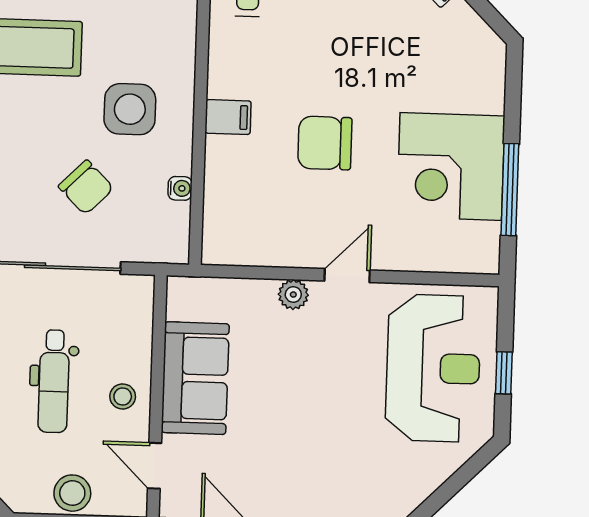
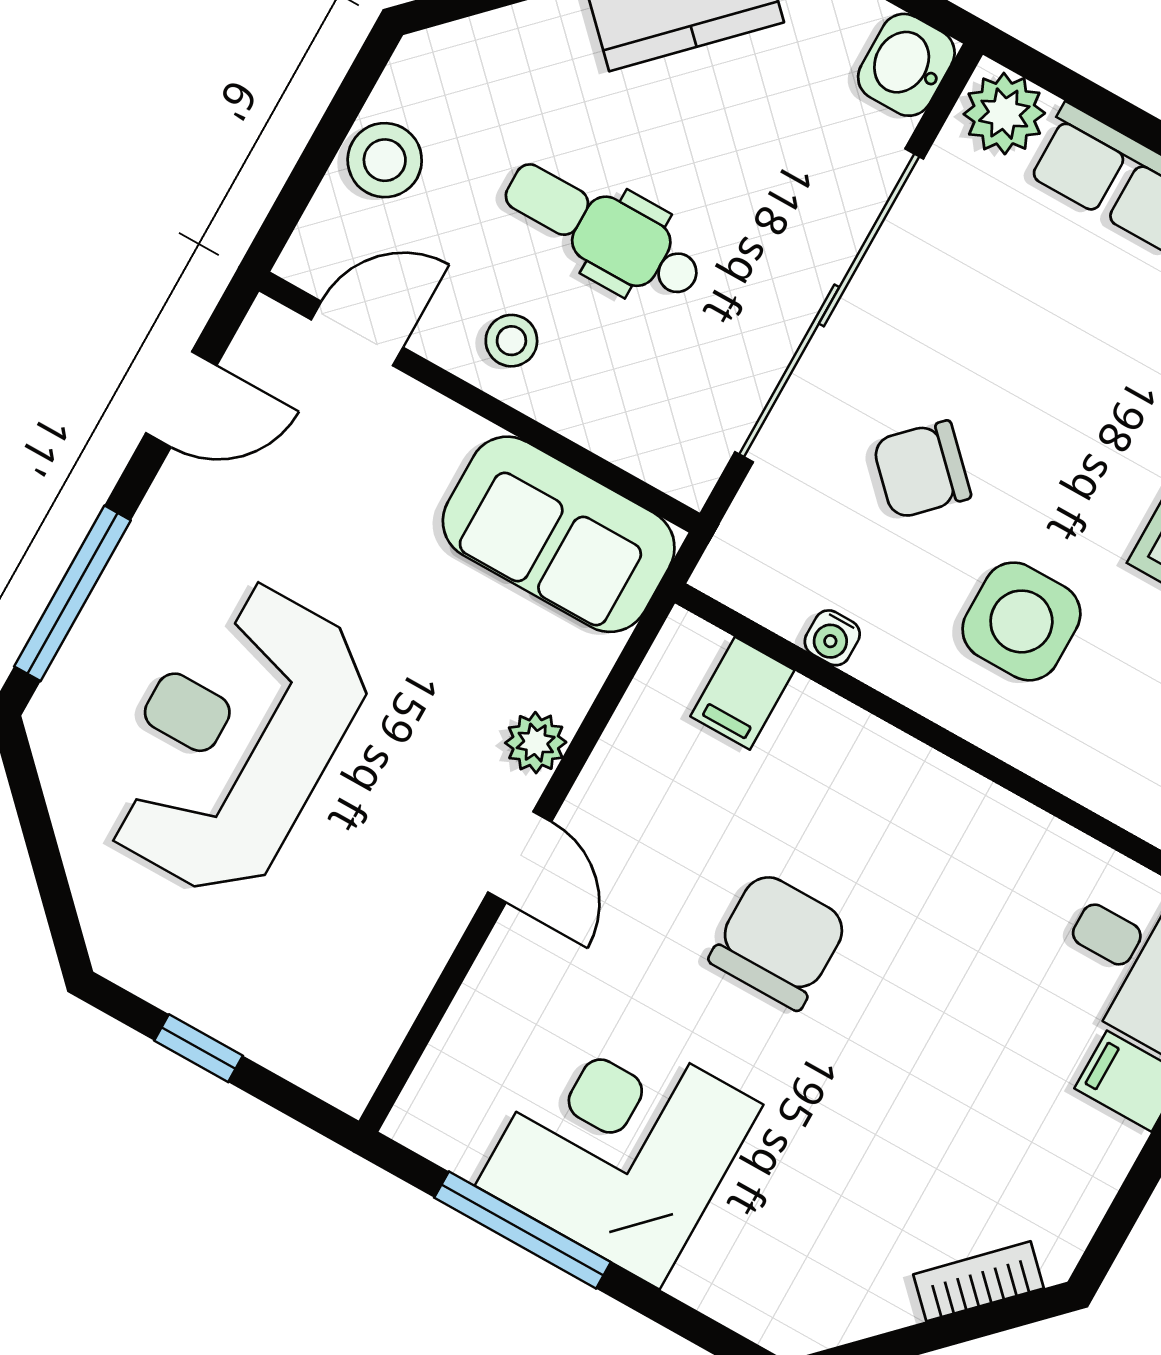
filing cabinet: (228, 117) -> (742, 693), moved
reception desk: (433, 368) -> (234, 739), moved, turned 90
sofa: (195, 378) -> (559, 534), moved

